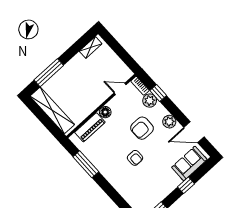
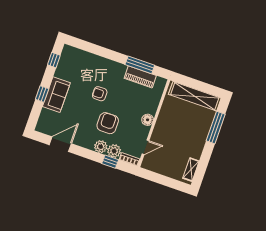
plant: (169, 122) -> (101, 147), moved
piano: (90, 127) -> (140, 77), moved, turned -90
sofa: (189, 163) -> (56, 95), moved

